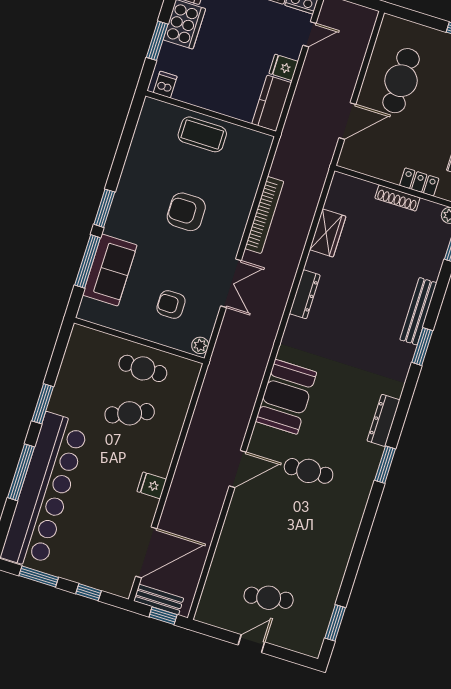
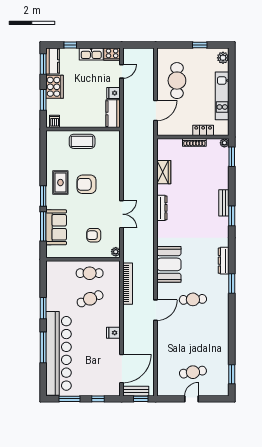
rug: (142, 194) -> (60, 183), added
bookcase: (264, 215) -> (128, 284), moved
bench: (418, 311) -> (224, 203), width x0.73

